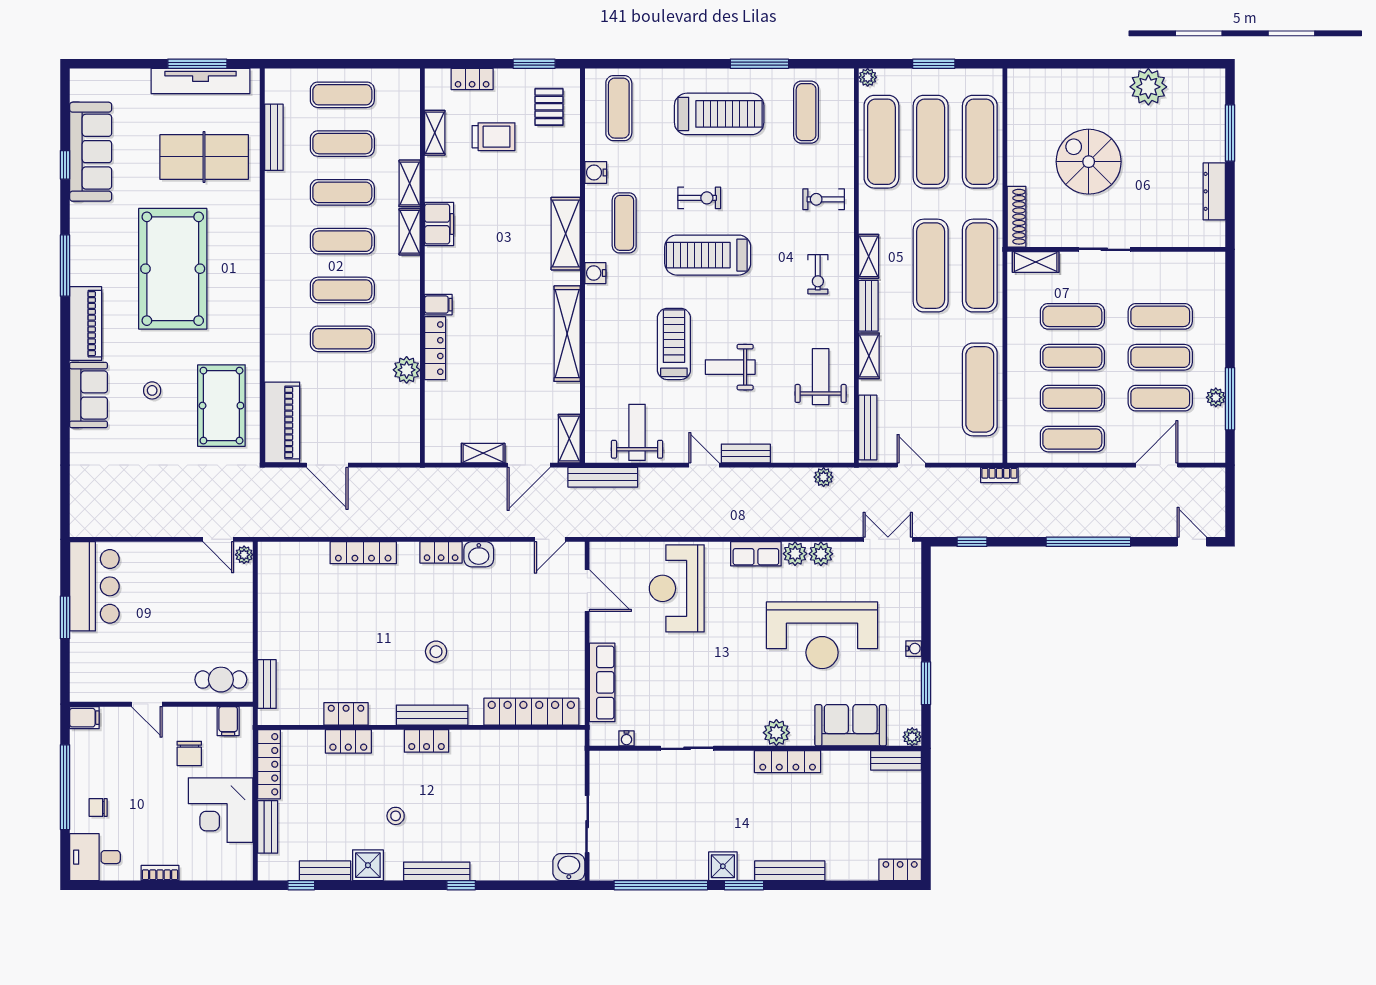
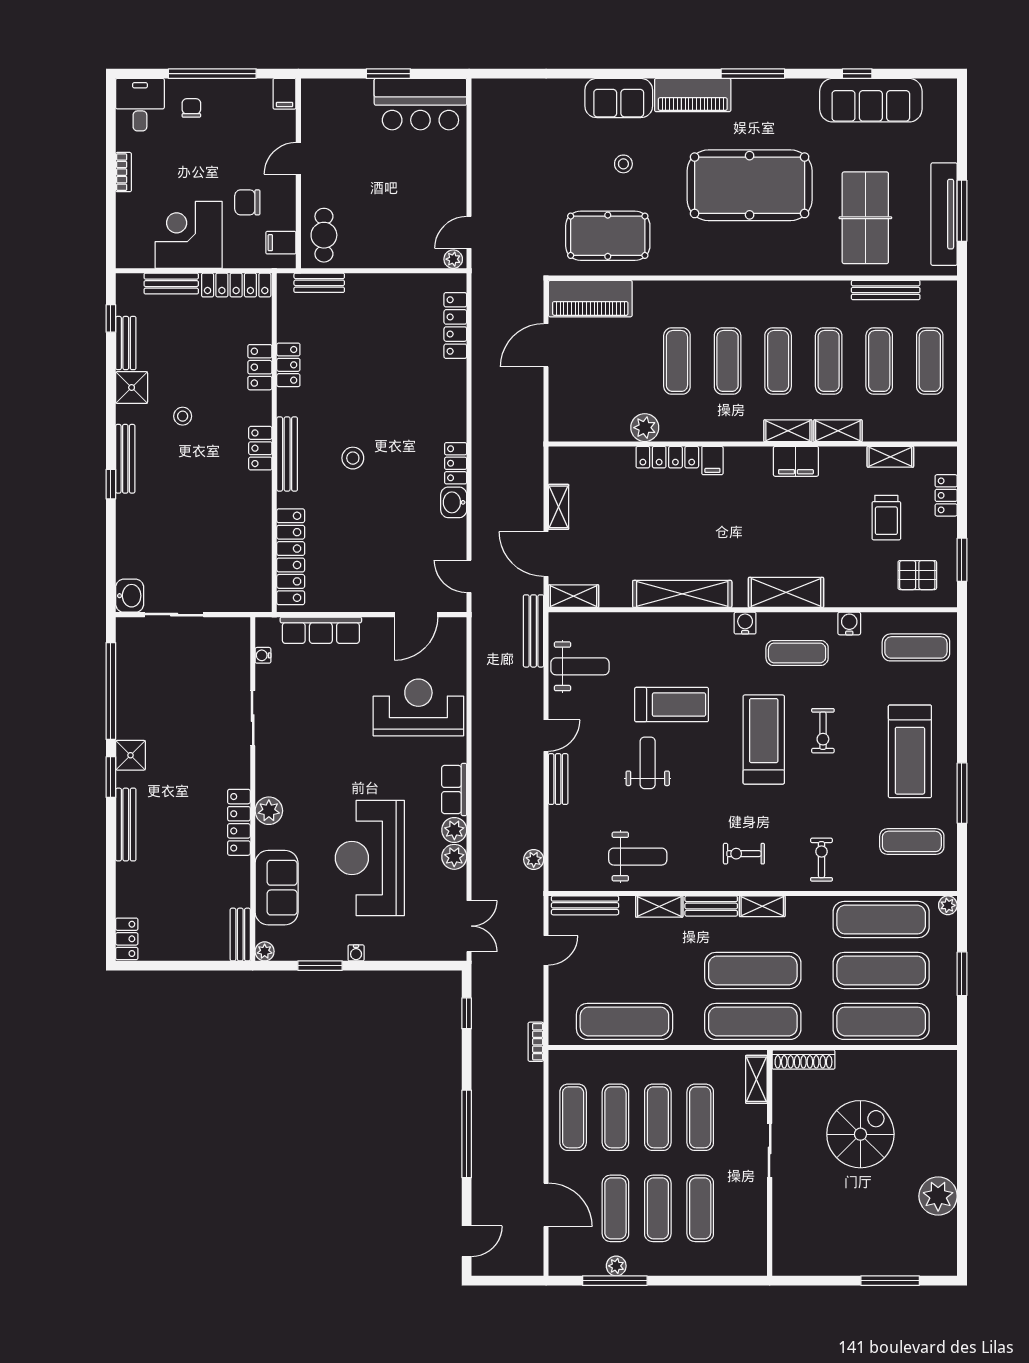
dresser: (1214, 191) -> (830, 1264), removed
locker: (363, 553) -> (455, 325), moved

